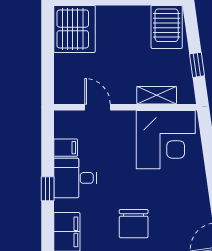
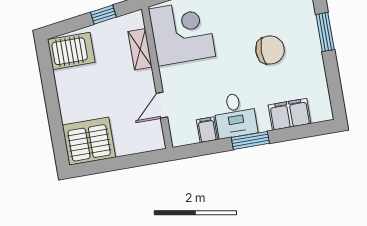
window: (48, 189) -> (250, 140), width x1.50

